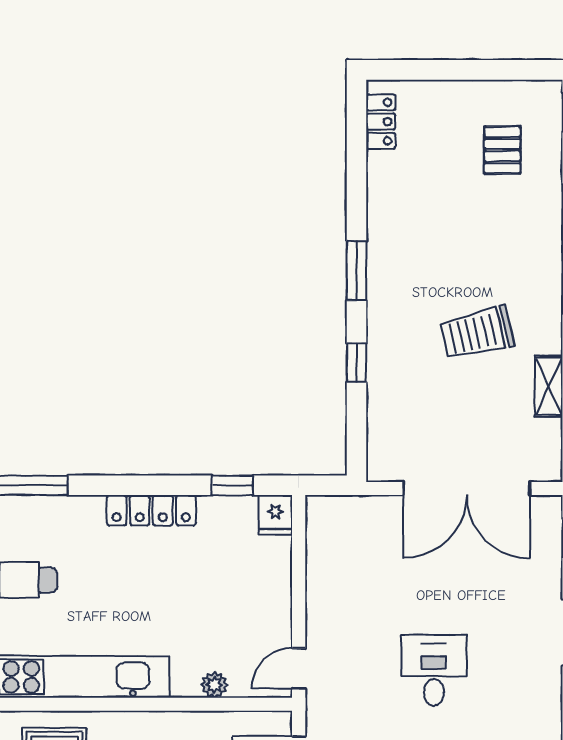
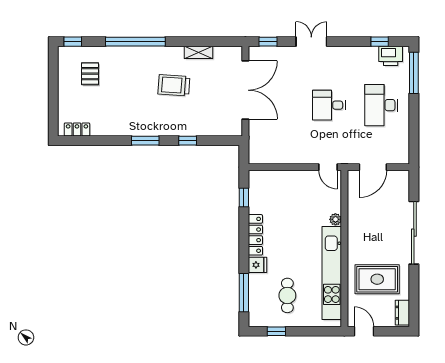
pallet: (502, 150) -> (90, 74), turned 90
trolley: (477, 333) -> (174, 85), turned 107
fridge: (275, 515) -> (257, 265), moved
plant: (214, 685) -> (335, 219), moved

